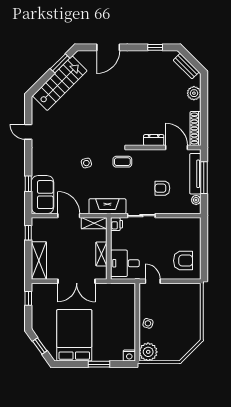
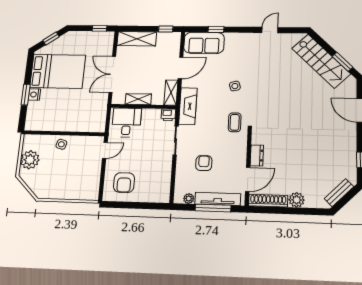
plant: (194, 93) -> (297, 200), moved
plant: (148, 352) -> (30, 160), moved
nightstand: (129, 356) -> (34, 94), moved

